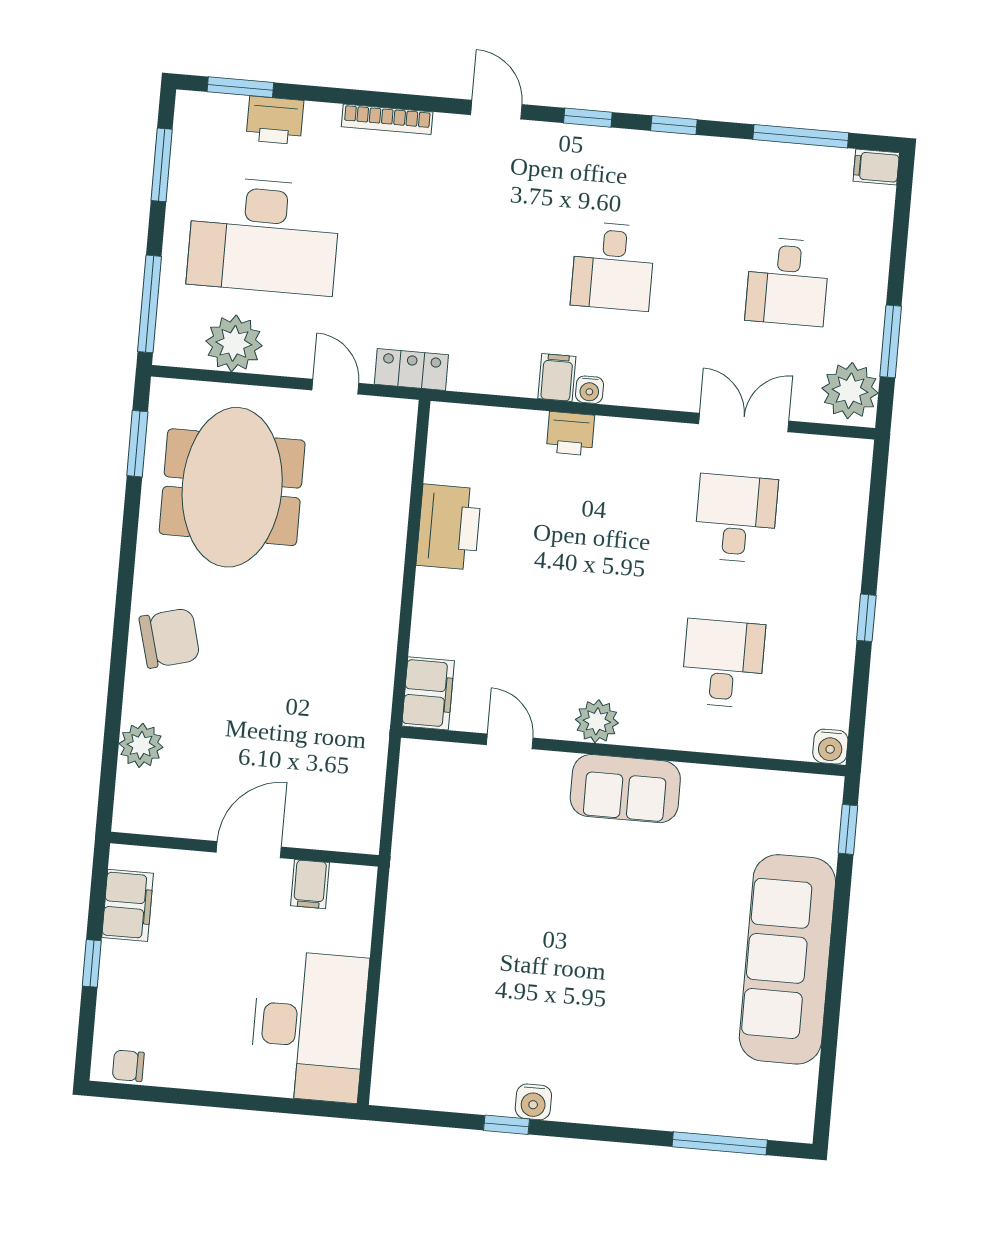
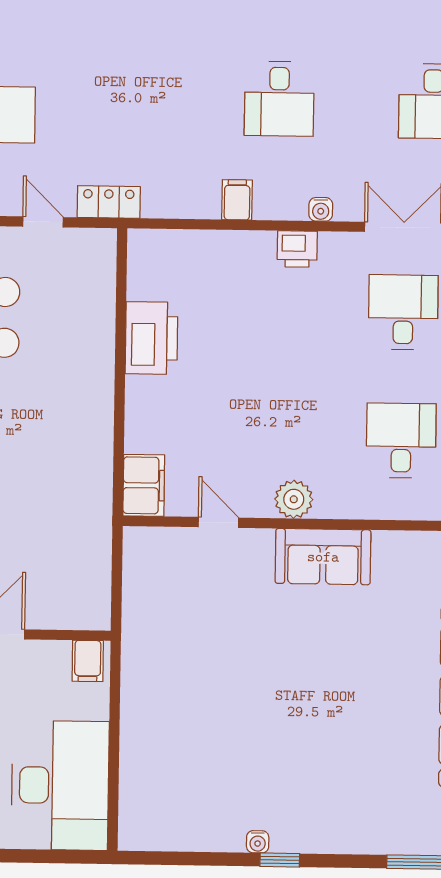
water cooler: (590, 390) -> (321, 209), moved
printer: (570, 434) -> (297, 249), moved
filing cabinet: (310, 884) -> (88, 661), moved
water cooler: (533, 1102) -> (258, 842), width x0.72, depth x0.72
window: (506, 1125) -> (280, 860), moved

